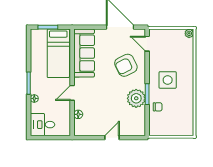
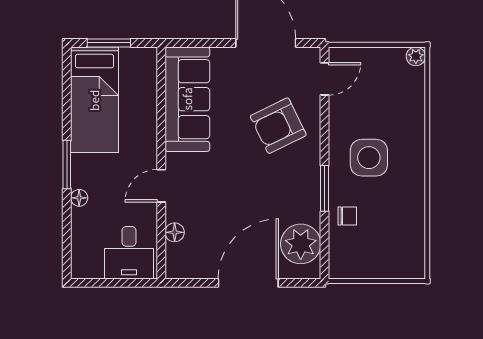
door: (147, 44) -> (325, 79), swing flipped
bed: (58, 53) -> (94, 100), moved
plant: (136, 98) -> (301, 244), moved
desk: (42, 125) -> (129, 253), moved, turned -90
door: (112, 138) -> (248, 283), width x1.88

